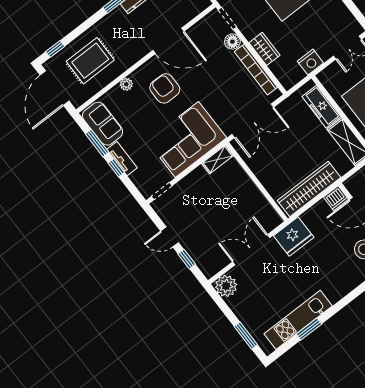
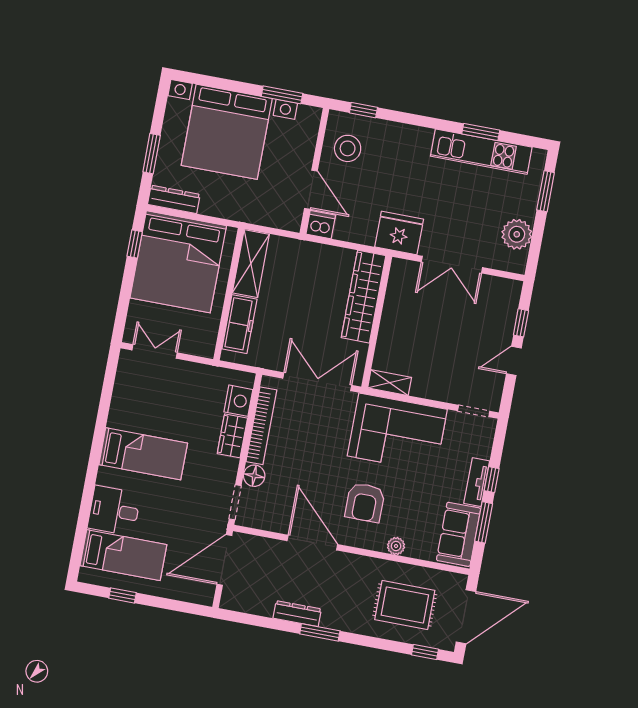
nightstand: (310, 62) -> (238, 401), moved, turned 90
wardrobe: (309, 189) -> (363, 297), moved, turned 90
door: (170, 237) -> (514, 361), swing flipped
plant: (226, 286) -> (517, 234), moved

